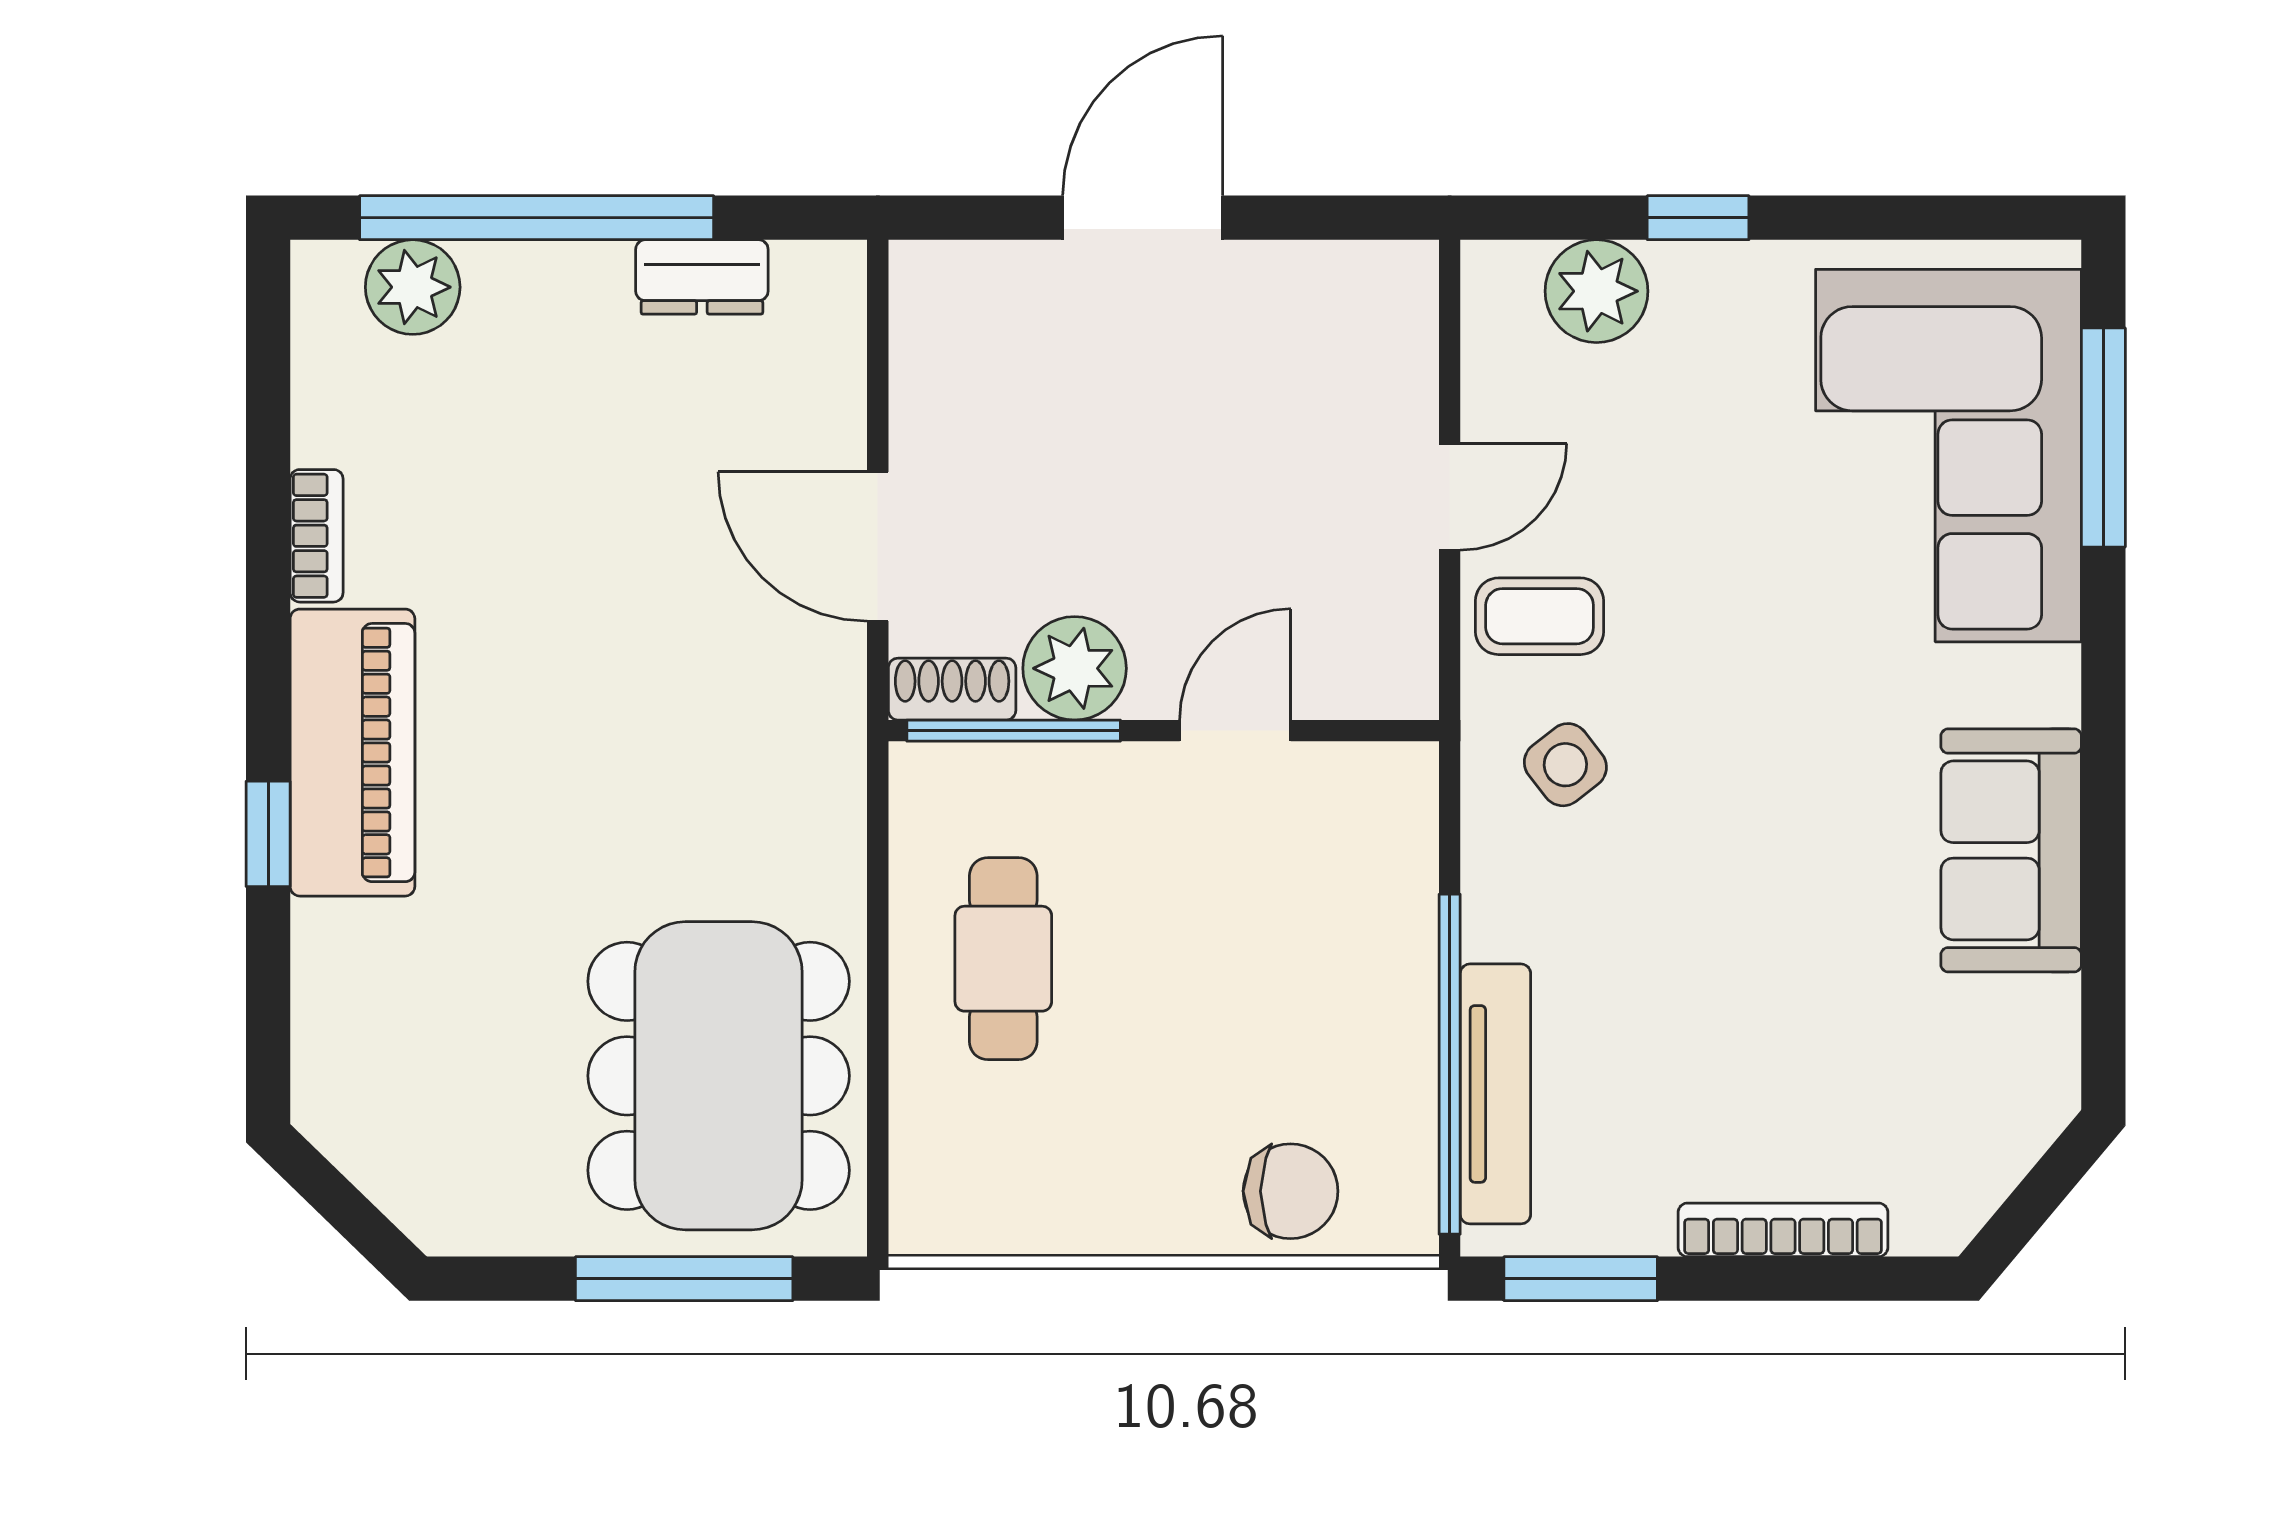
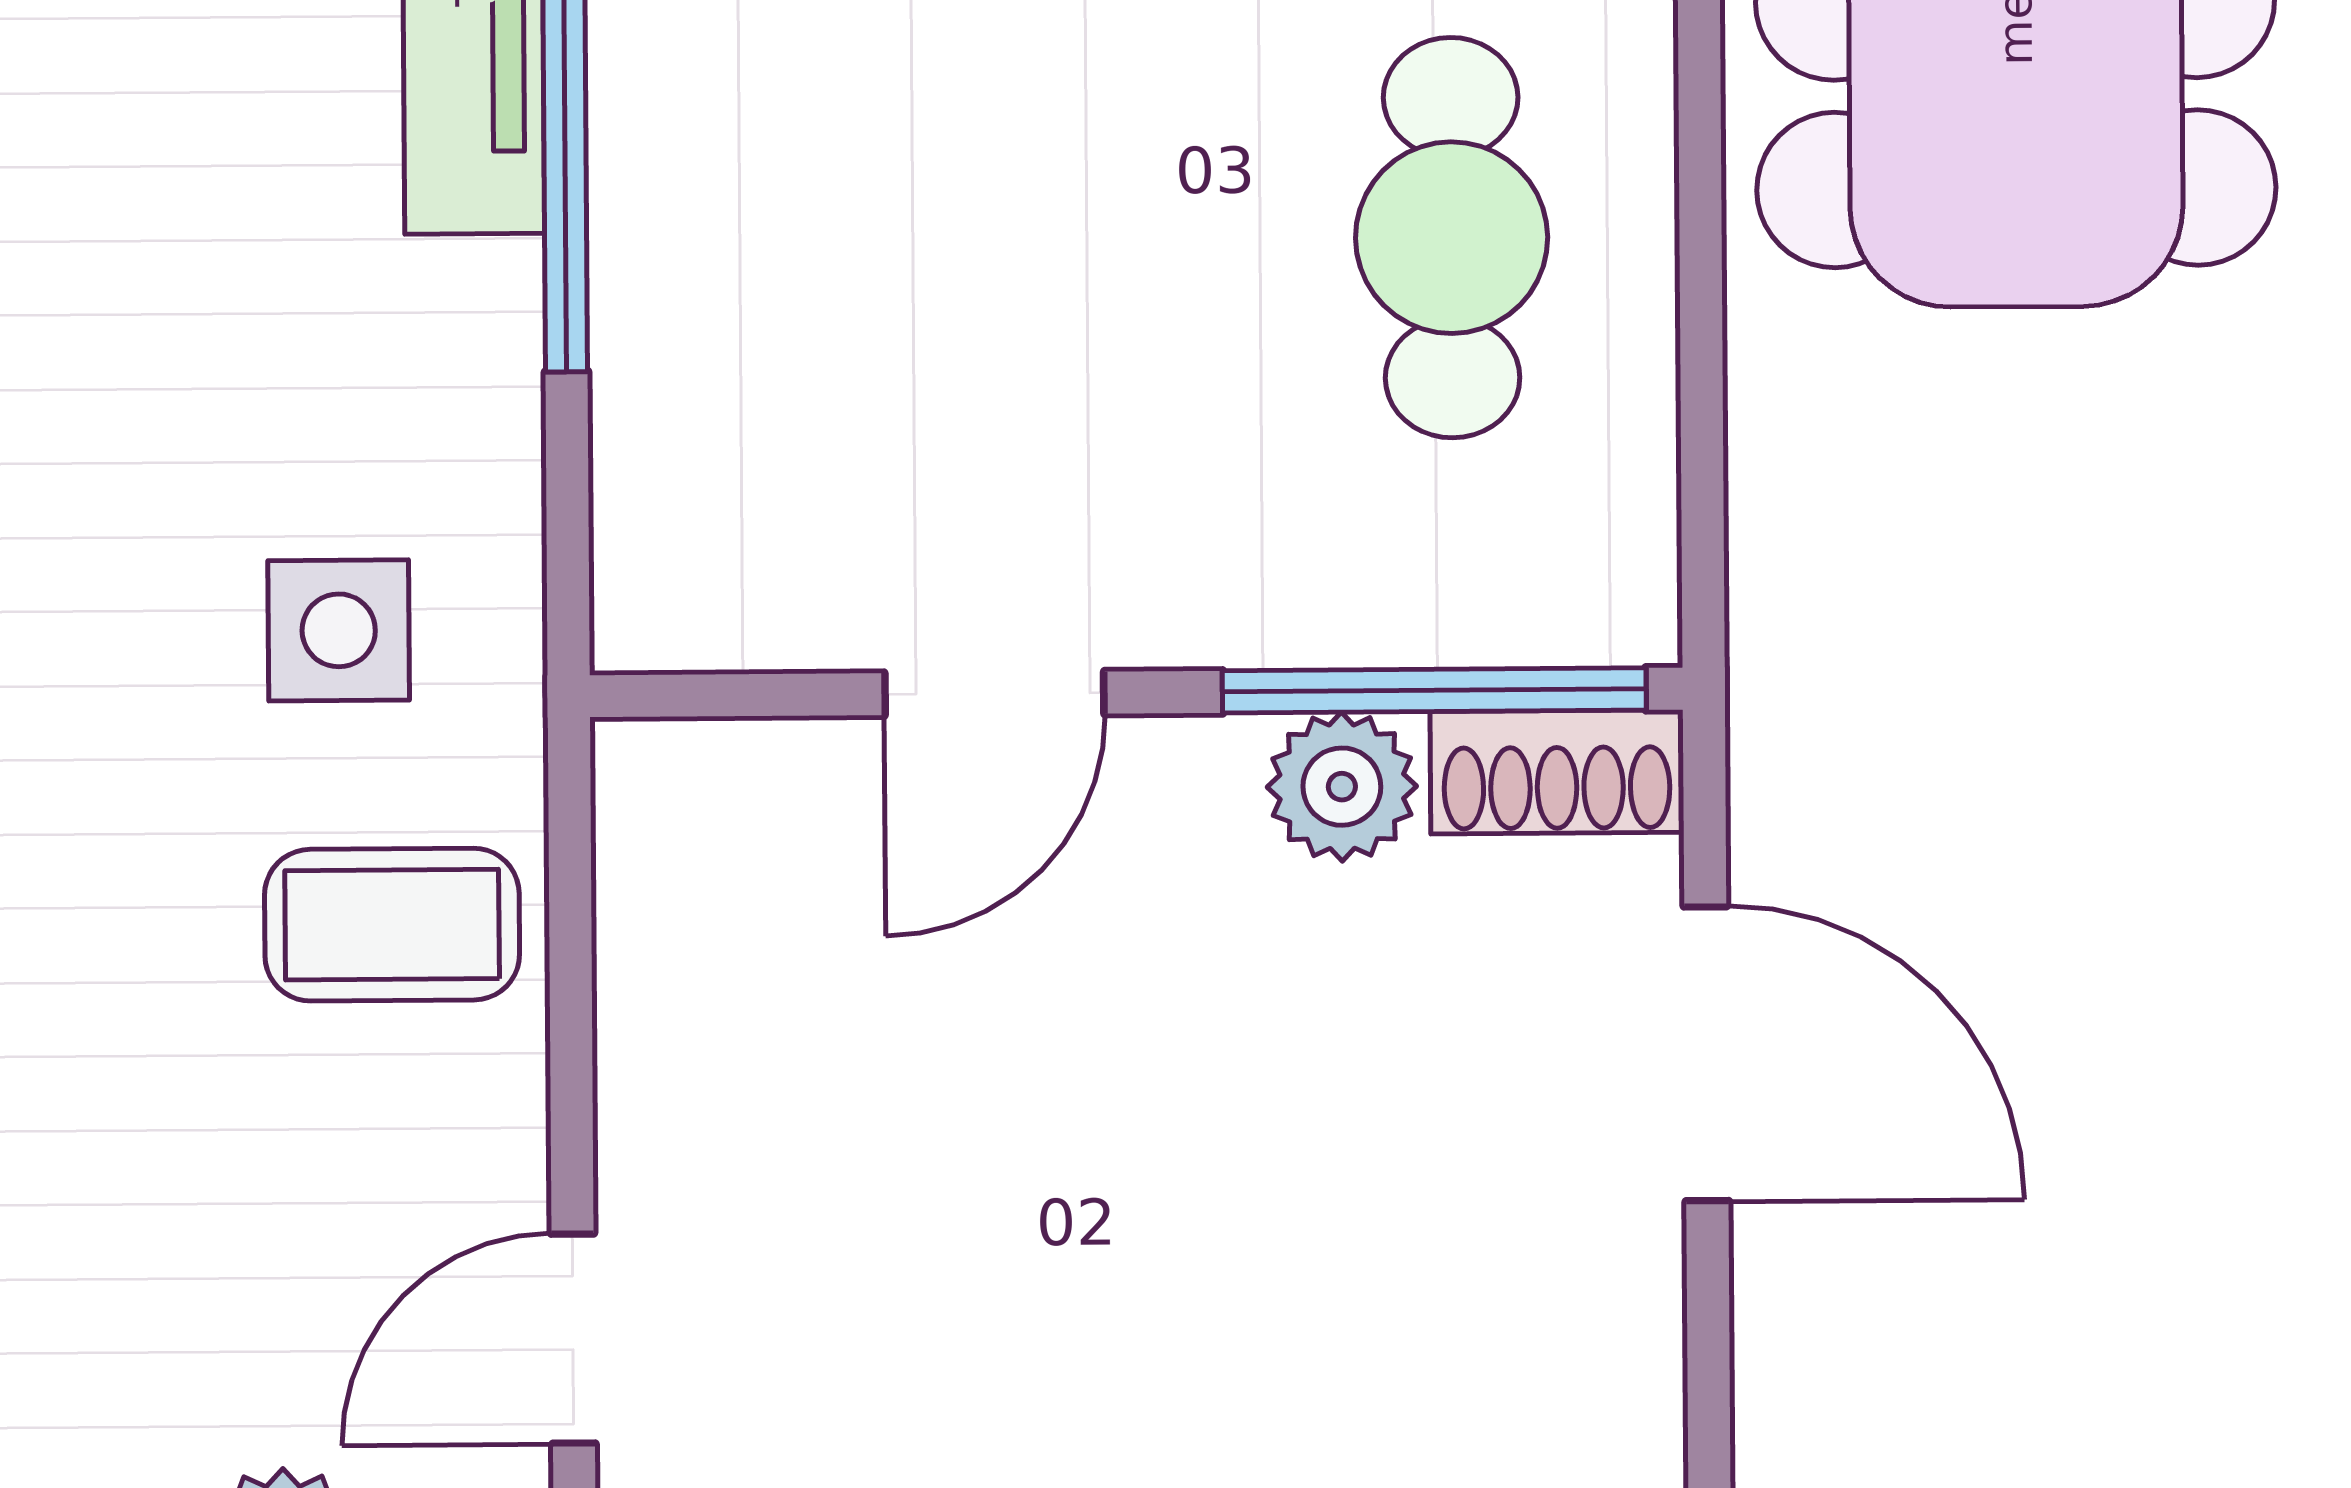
door: (1450, 497) -> (573, 1339), moved
plant: (1075, 668) -> (1342, 787), width x0.73, depth x0.73
side table: (1565, 765) -> (339, 630), turned 38

